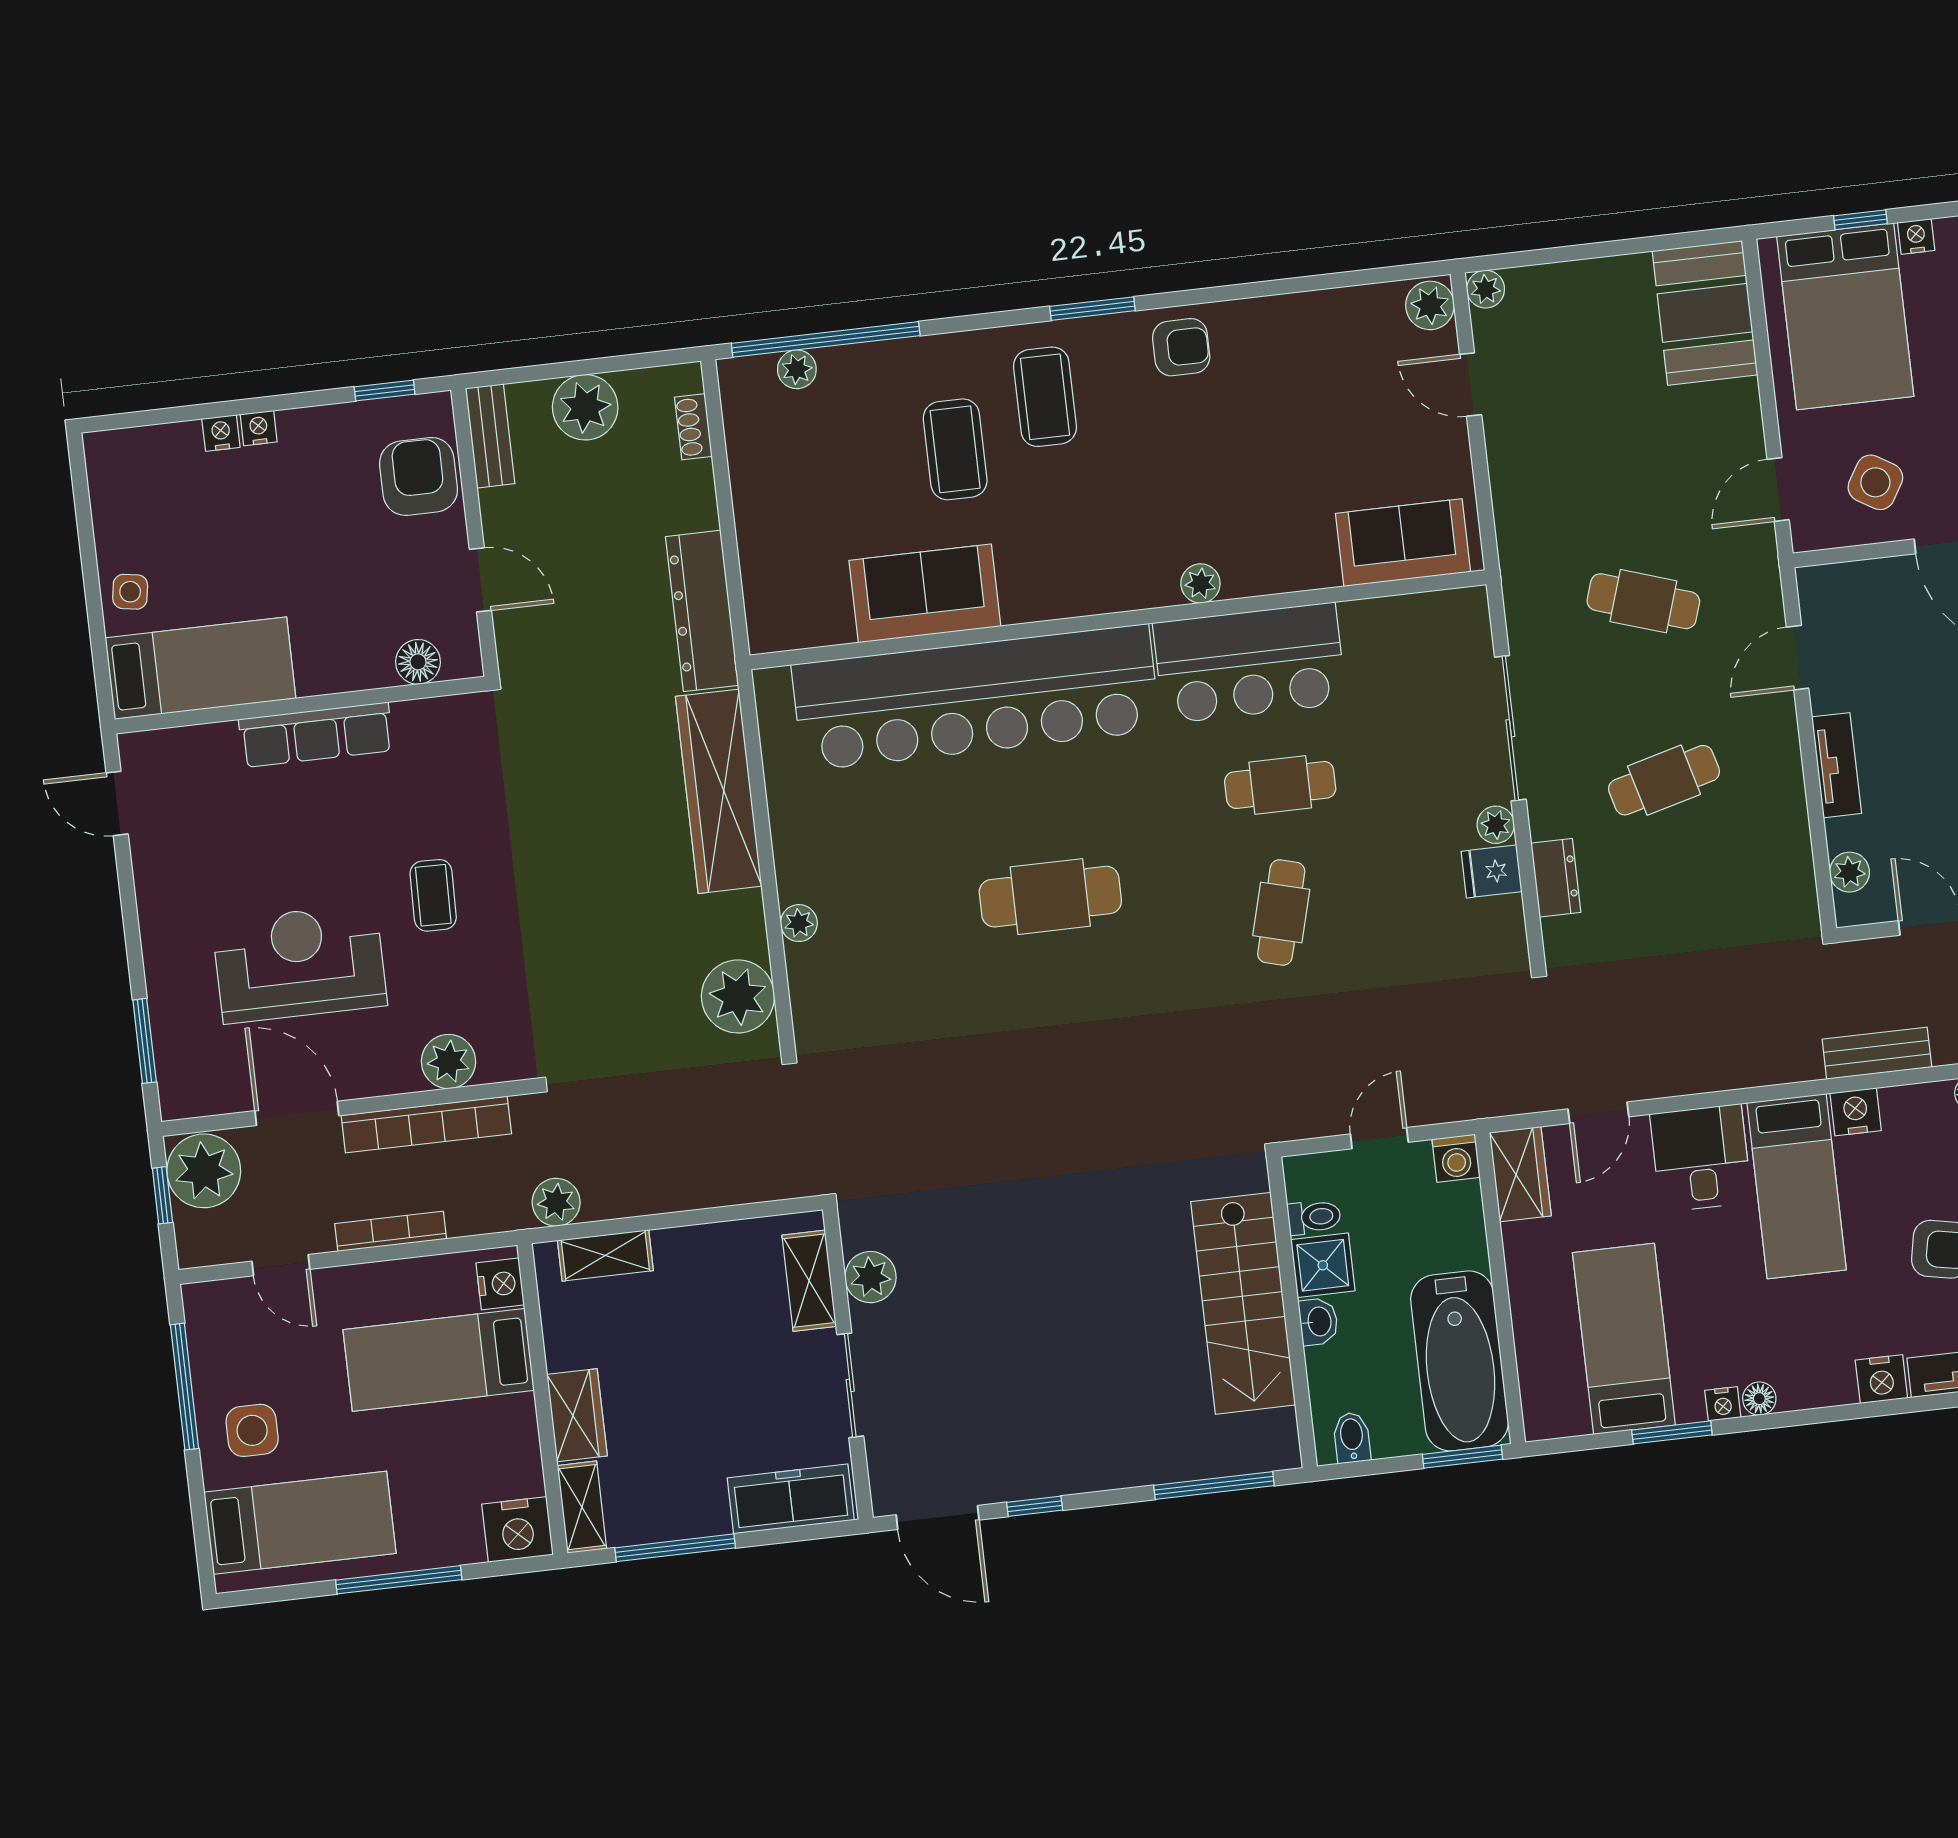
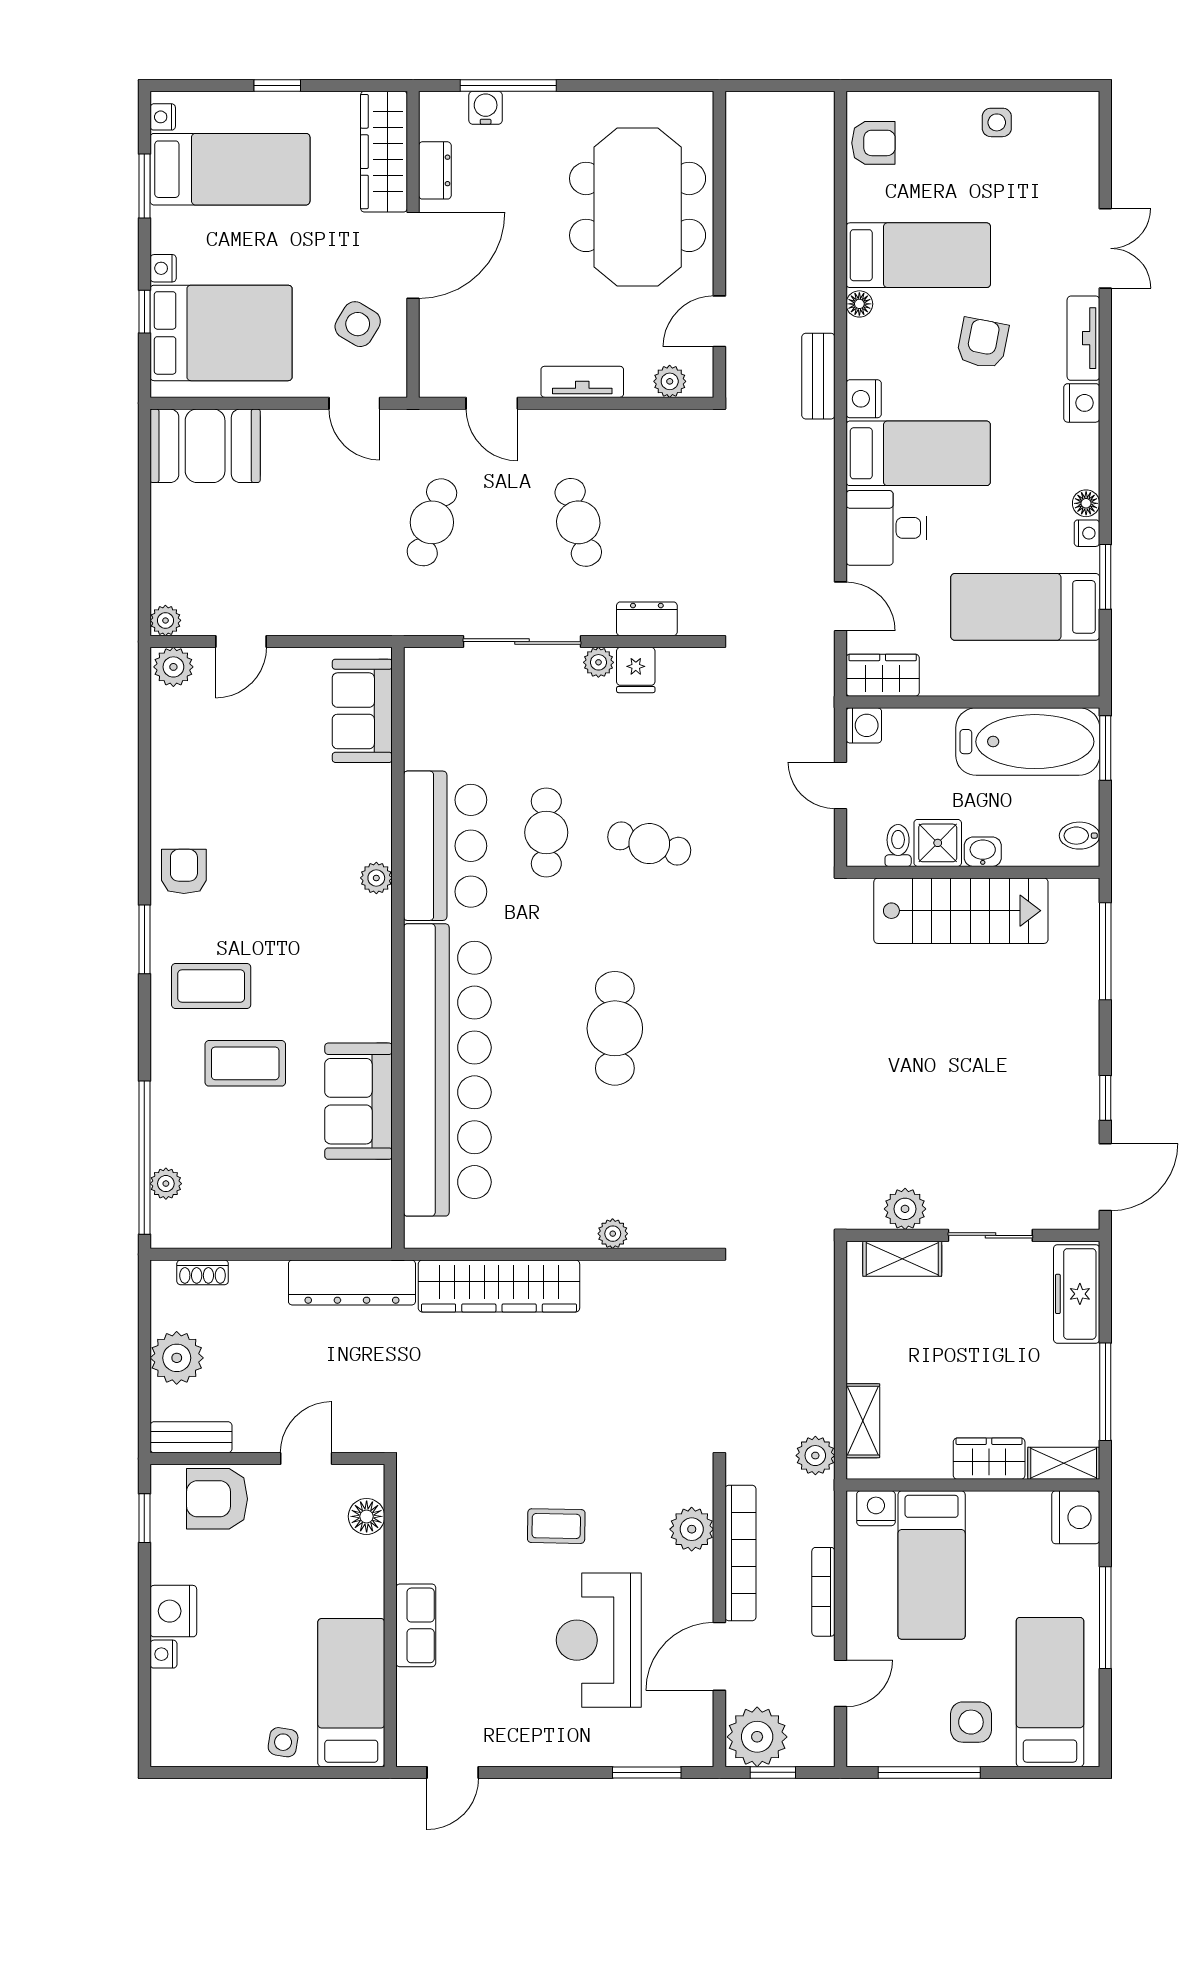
nightstand: (259, 428) -> (173, 1611), width x1.89, depth x1.79
row of seats: (316, 735) -> (416, 1625), width x0.68
plant: (738, 996) -> (666, 1290), removed

